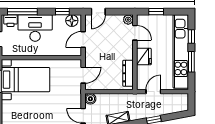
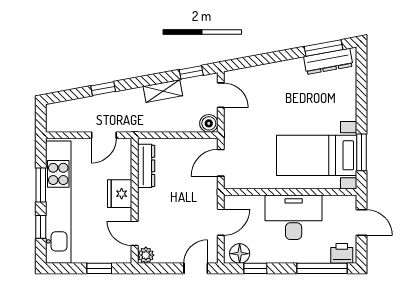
desk: (35, 28) -> (294, 217), moved, turned 180

